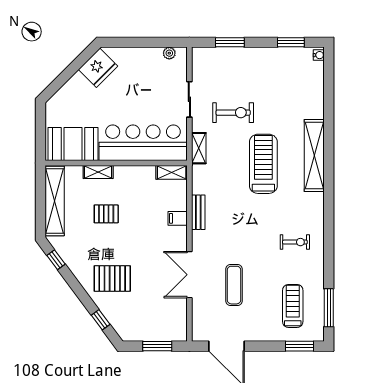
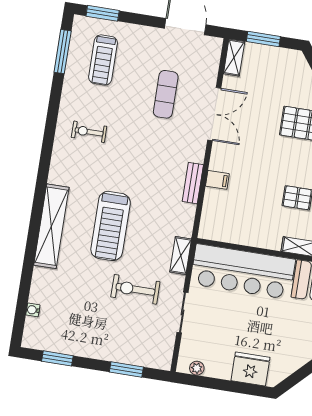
water cooler: (319, 55) -> (33, 310), moved
fridge: (98, 68) -> (250, 369), moved, turned 45
shelving: (172, 172) -> (234, 58), moved, turned 90

